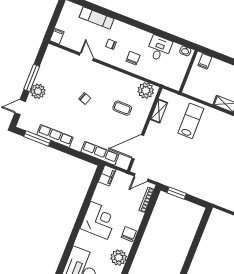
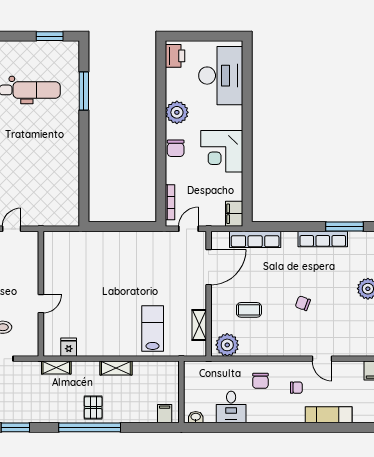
lab bench: (191, 121) -> (153, 328), turned 180
window: (177, 193) -> (134, 226), removed

